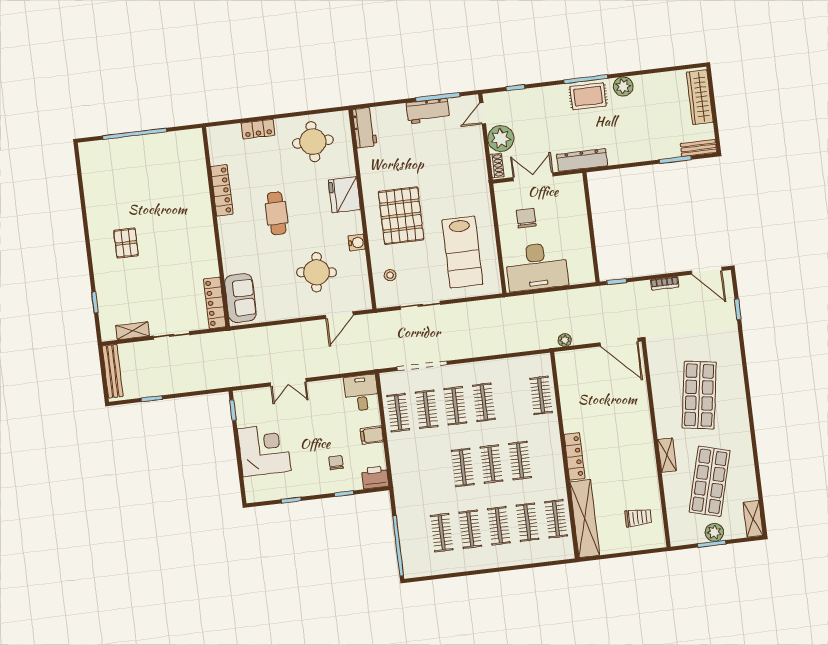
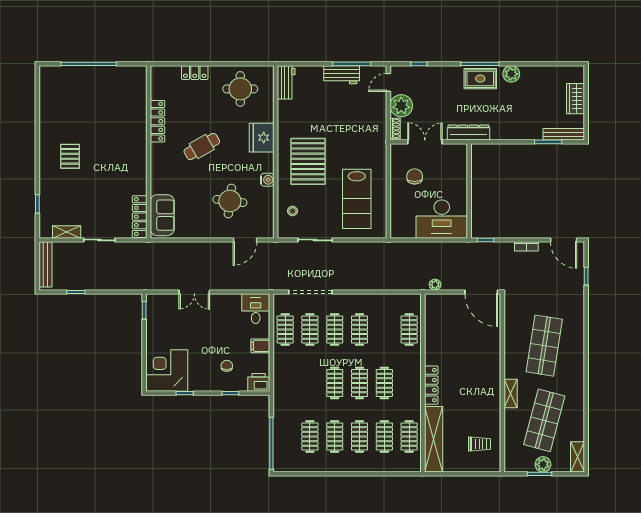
wardrobe: (700, 97) -> (576, 99), width x0.67
bench: (699, 148) -> (564, 134), width x1.36
cafe table: (277, 213) -> (202, 146), turned 60
desk: (537, 267) -> (442, 219), moved
corner desk: (264, 450) -> (167, 370), moved, turned -90

